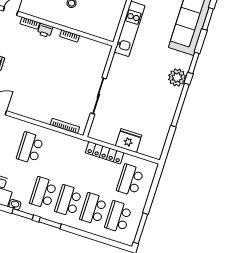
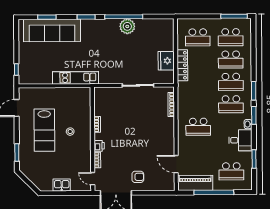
plant: (177, 77) -> (127, 26), moved
fridge: (129, 140) -> (166, 61), moved

